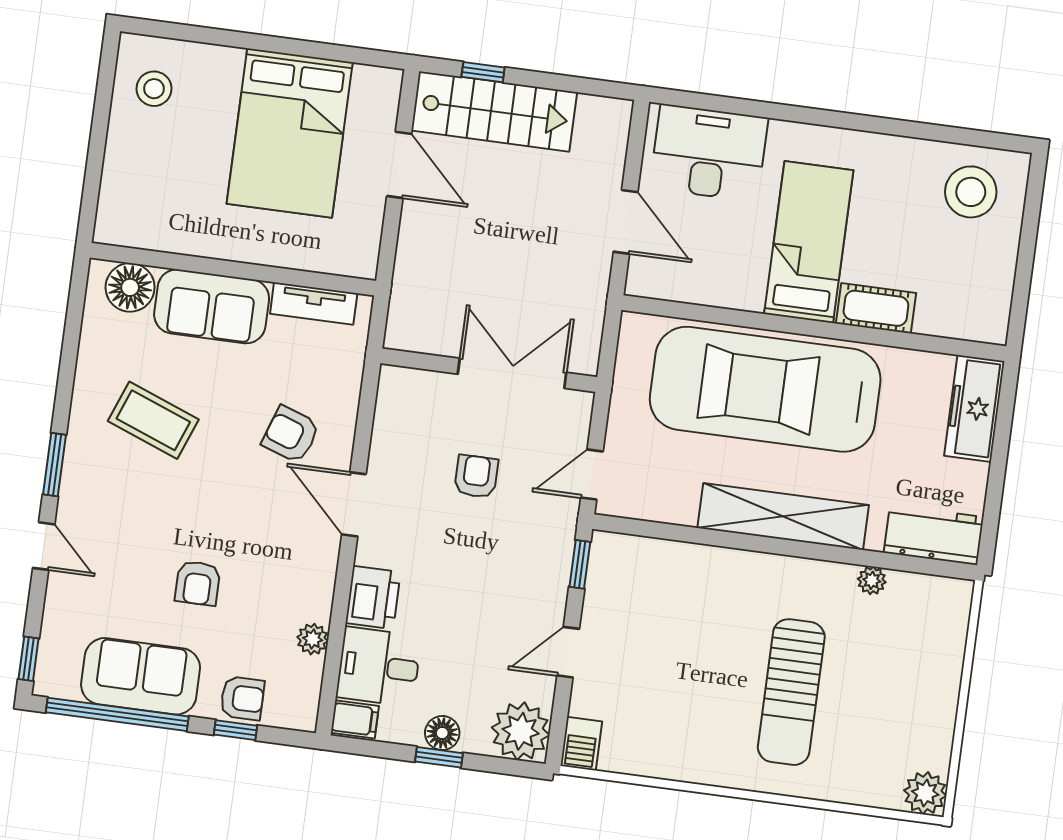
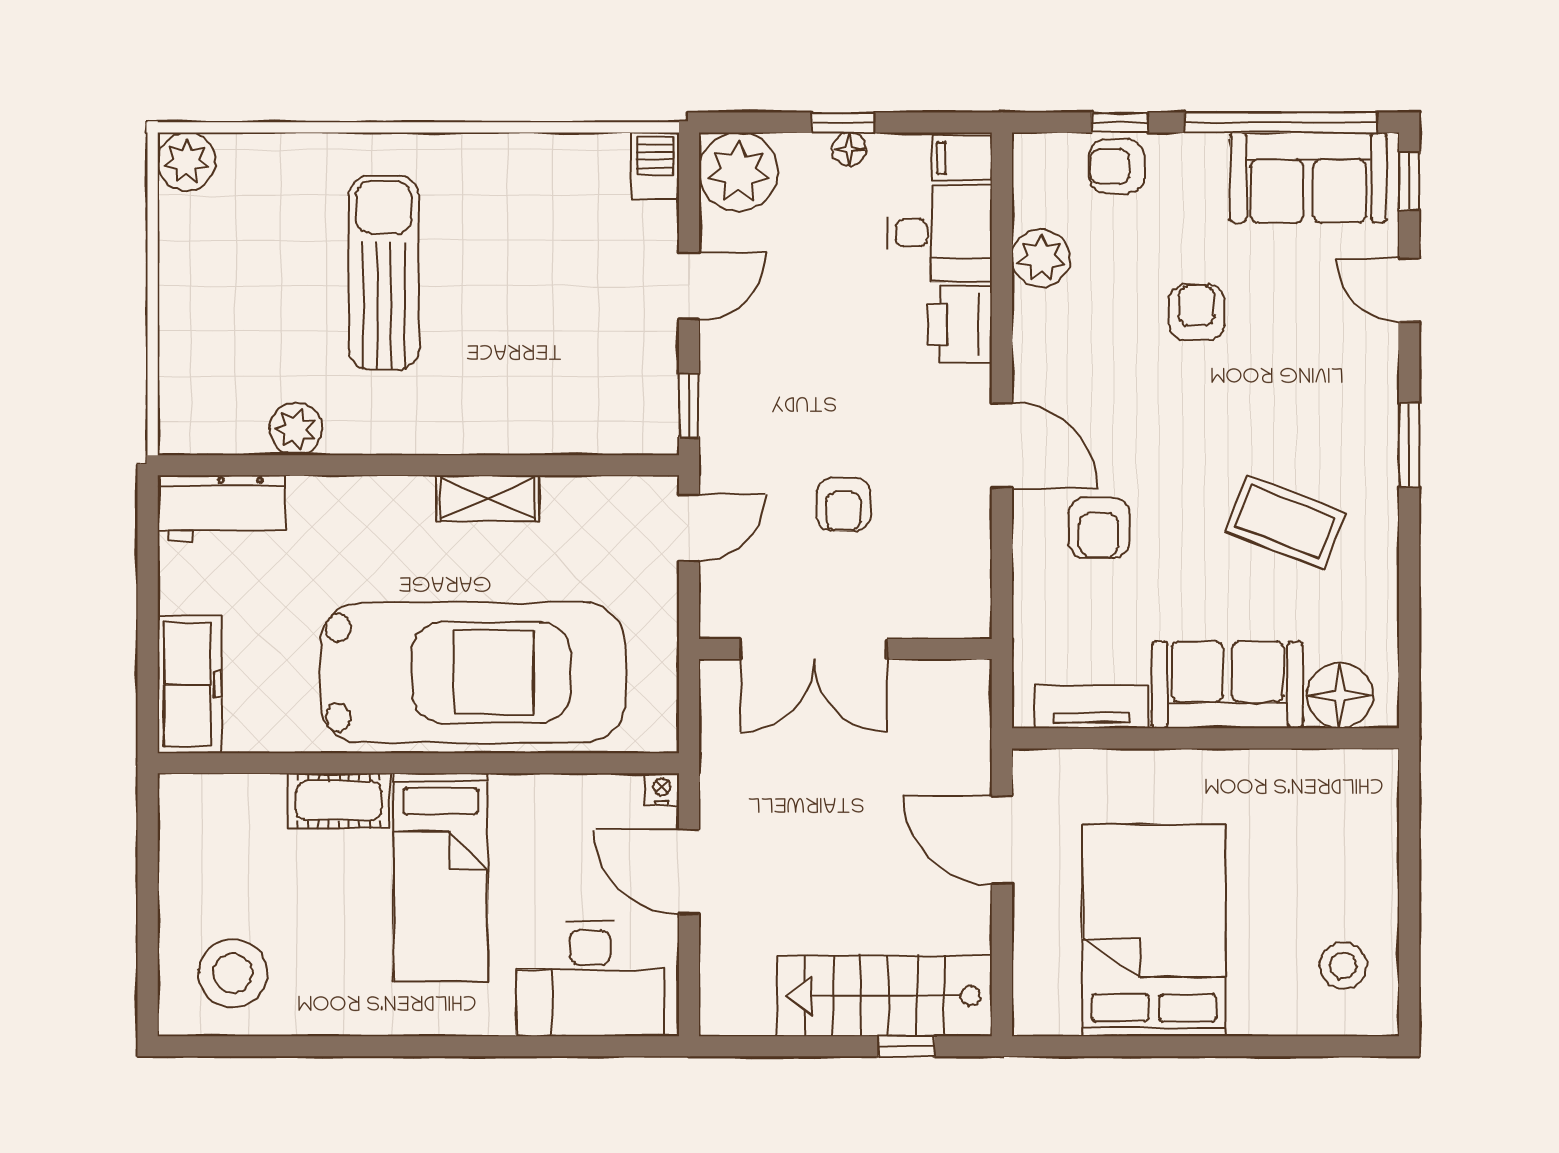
door: (399, 165) -> (1002, 840), moved
nightstand: (637, 285) -> (662, 789), added
armchair: (291, 434) -> (1099, 528), turned 71
shelving: (783, 516) -> (487, 498), width x0.45, depth x0.75
door: (44, 546) -> (1409, 290), moved
plant: (872, 580) -> (296, 429), width x1.38, depth x1.38
plant: (313, 639) -> (1041, 258), width x1.38, depth x1.38
sofa: (141, 676) -> (1308, 178), moved
floor lamp: (442, 733) -> (849, 149), width x0.73, depth x0.73

